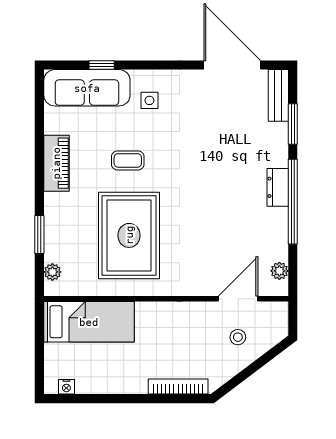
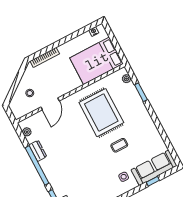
piano: (56, 163) -> (150, 128), removed
dresser: (278, 187) -> (38, 151), moved
door: (238, 299) -> (50, 104), moved
bed: (89, 322) -> (97, 61), width x1.50

